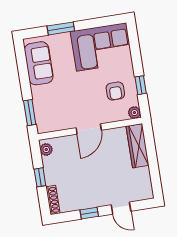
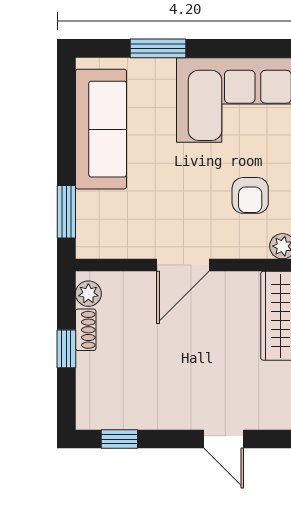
sofa: (39, 63) -> (101, 129), width x1.36
shoe rack: (53, 200) -> (86, 330), moved, width x0.70
window: (89, 213) -> (119, 439), moved

